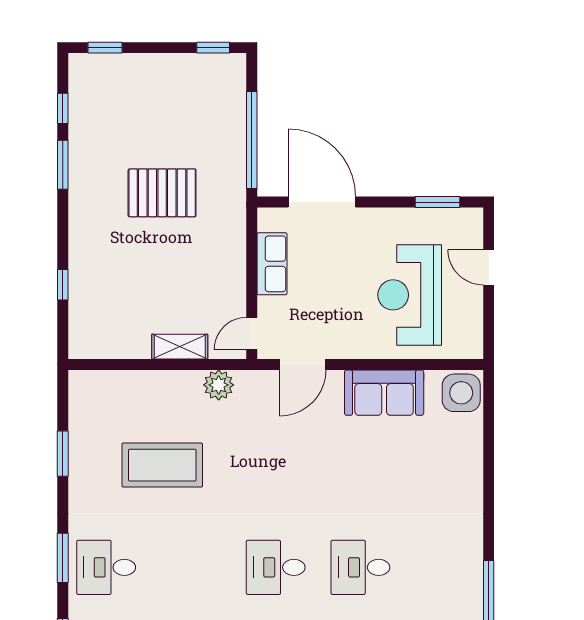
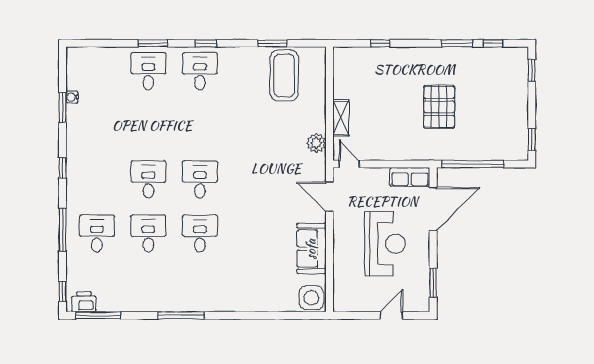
row of seats: (272, 264) -> (410, 177), moved
reception desk: (410, 295) -> (385, 244), moved, turned 90
coffee table: (162, 465) -> (284, 75), moved
window: (63, 558) -> (206, 43), width x0.67

